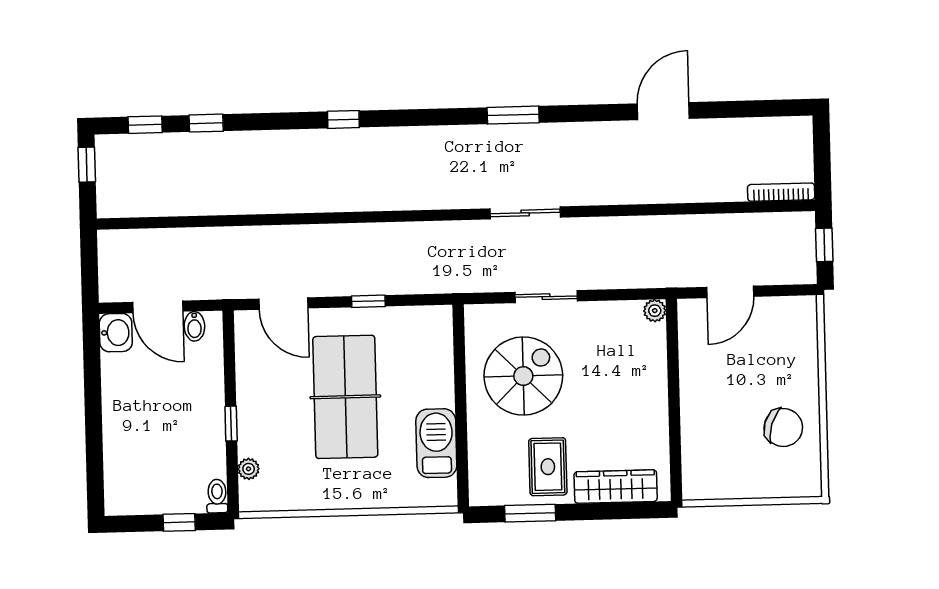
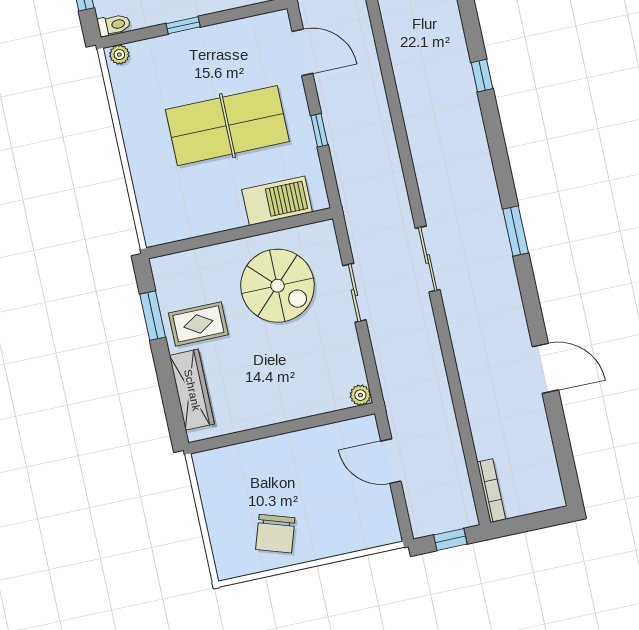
door: (283, 304) -> (302, 52), swing flipped
barbecue: (436, 443) -> (277, 201), moved
plant: (249, 469) -> (119, 55), moved

